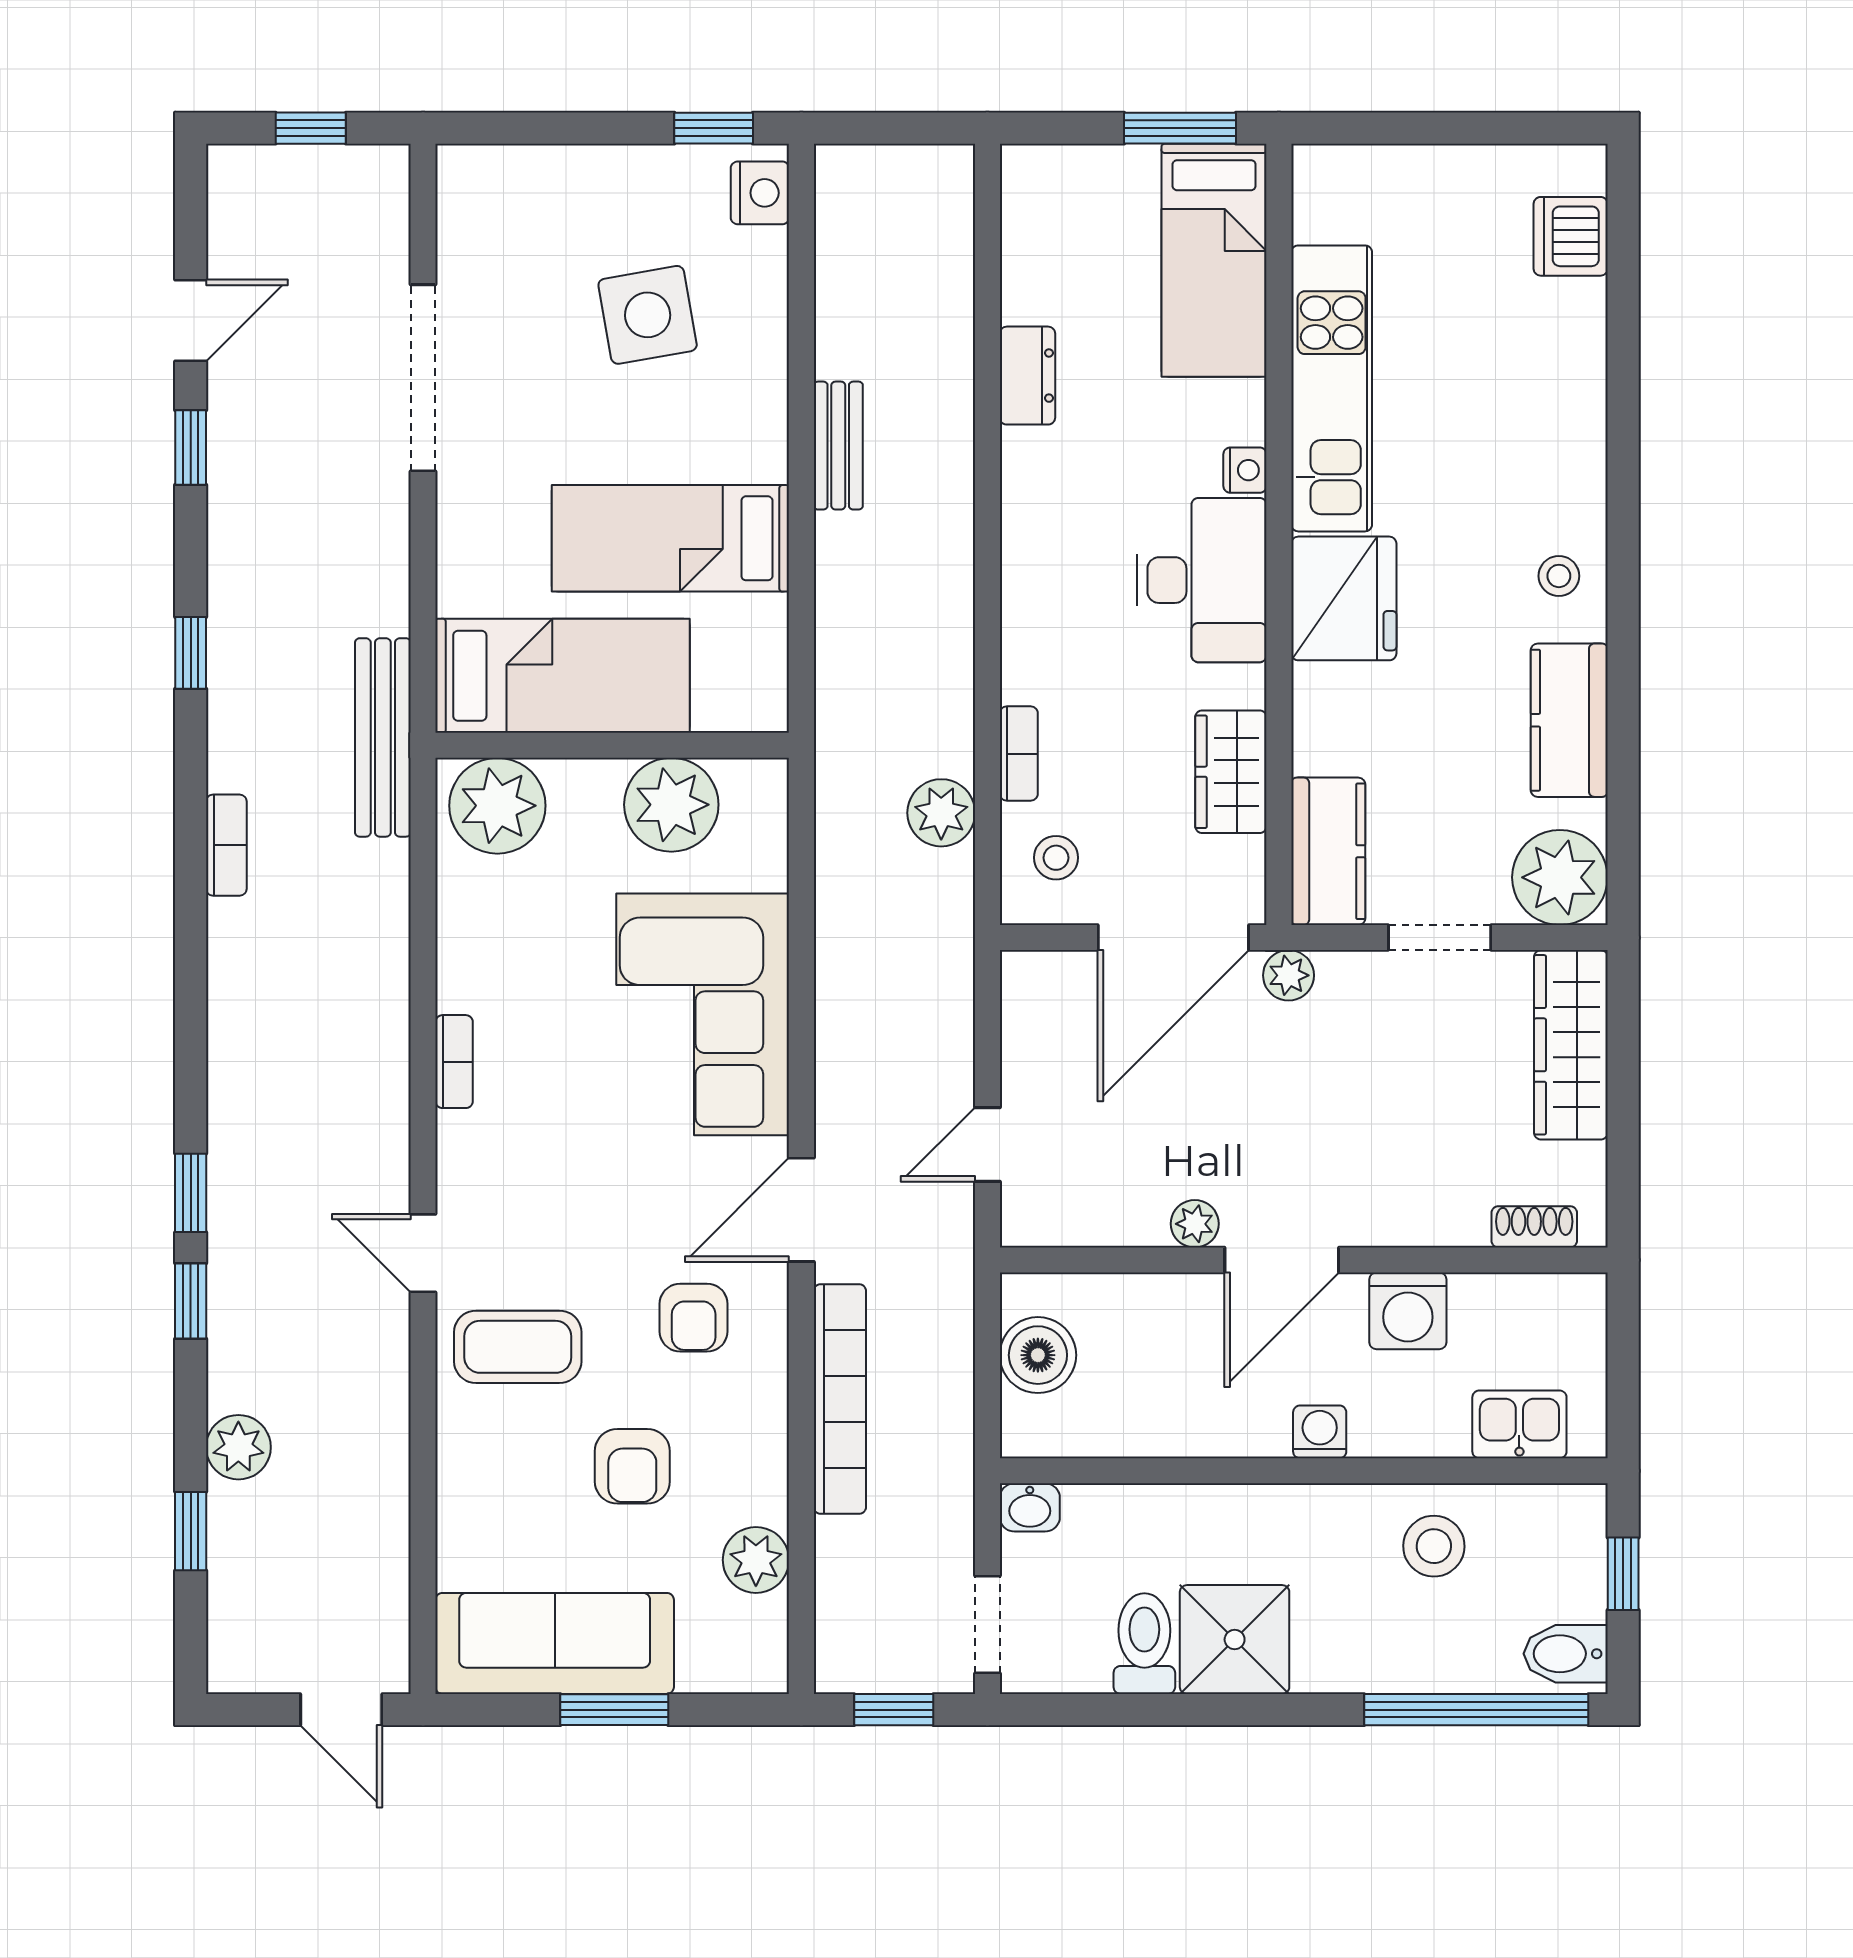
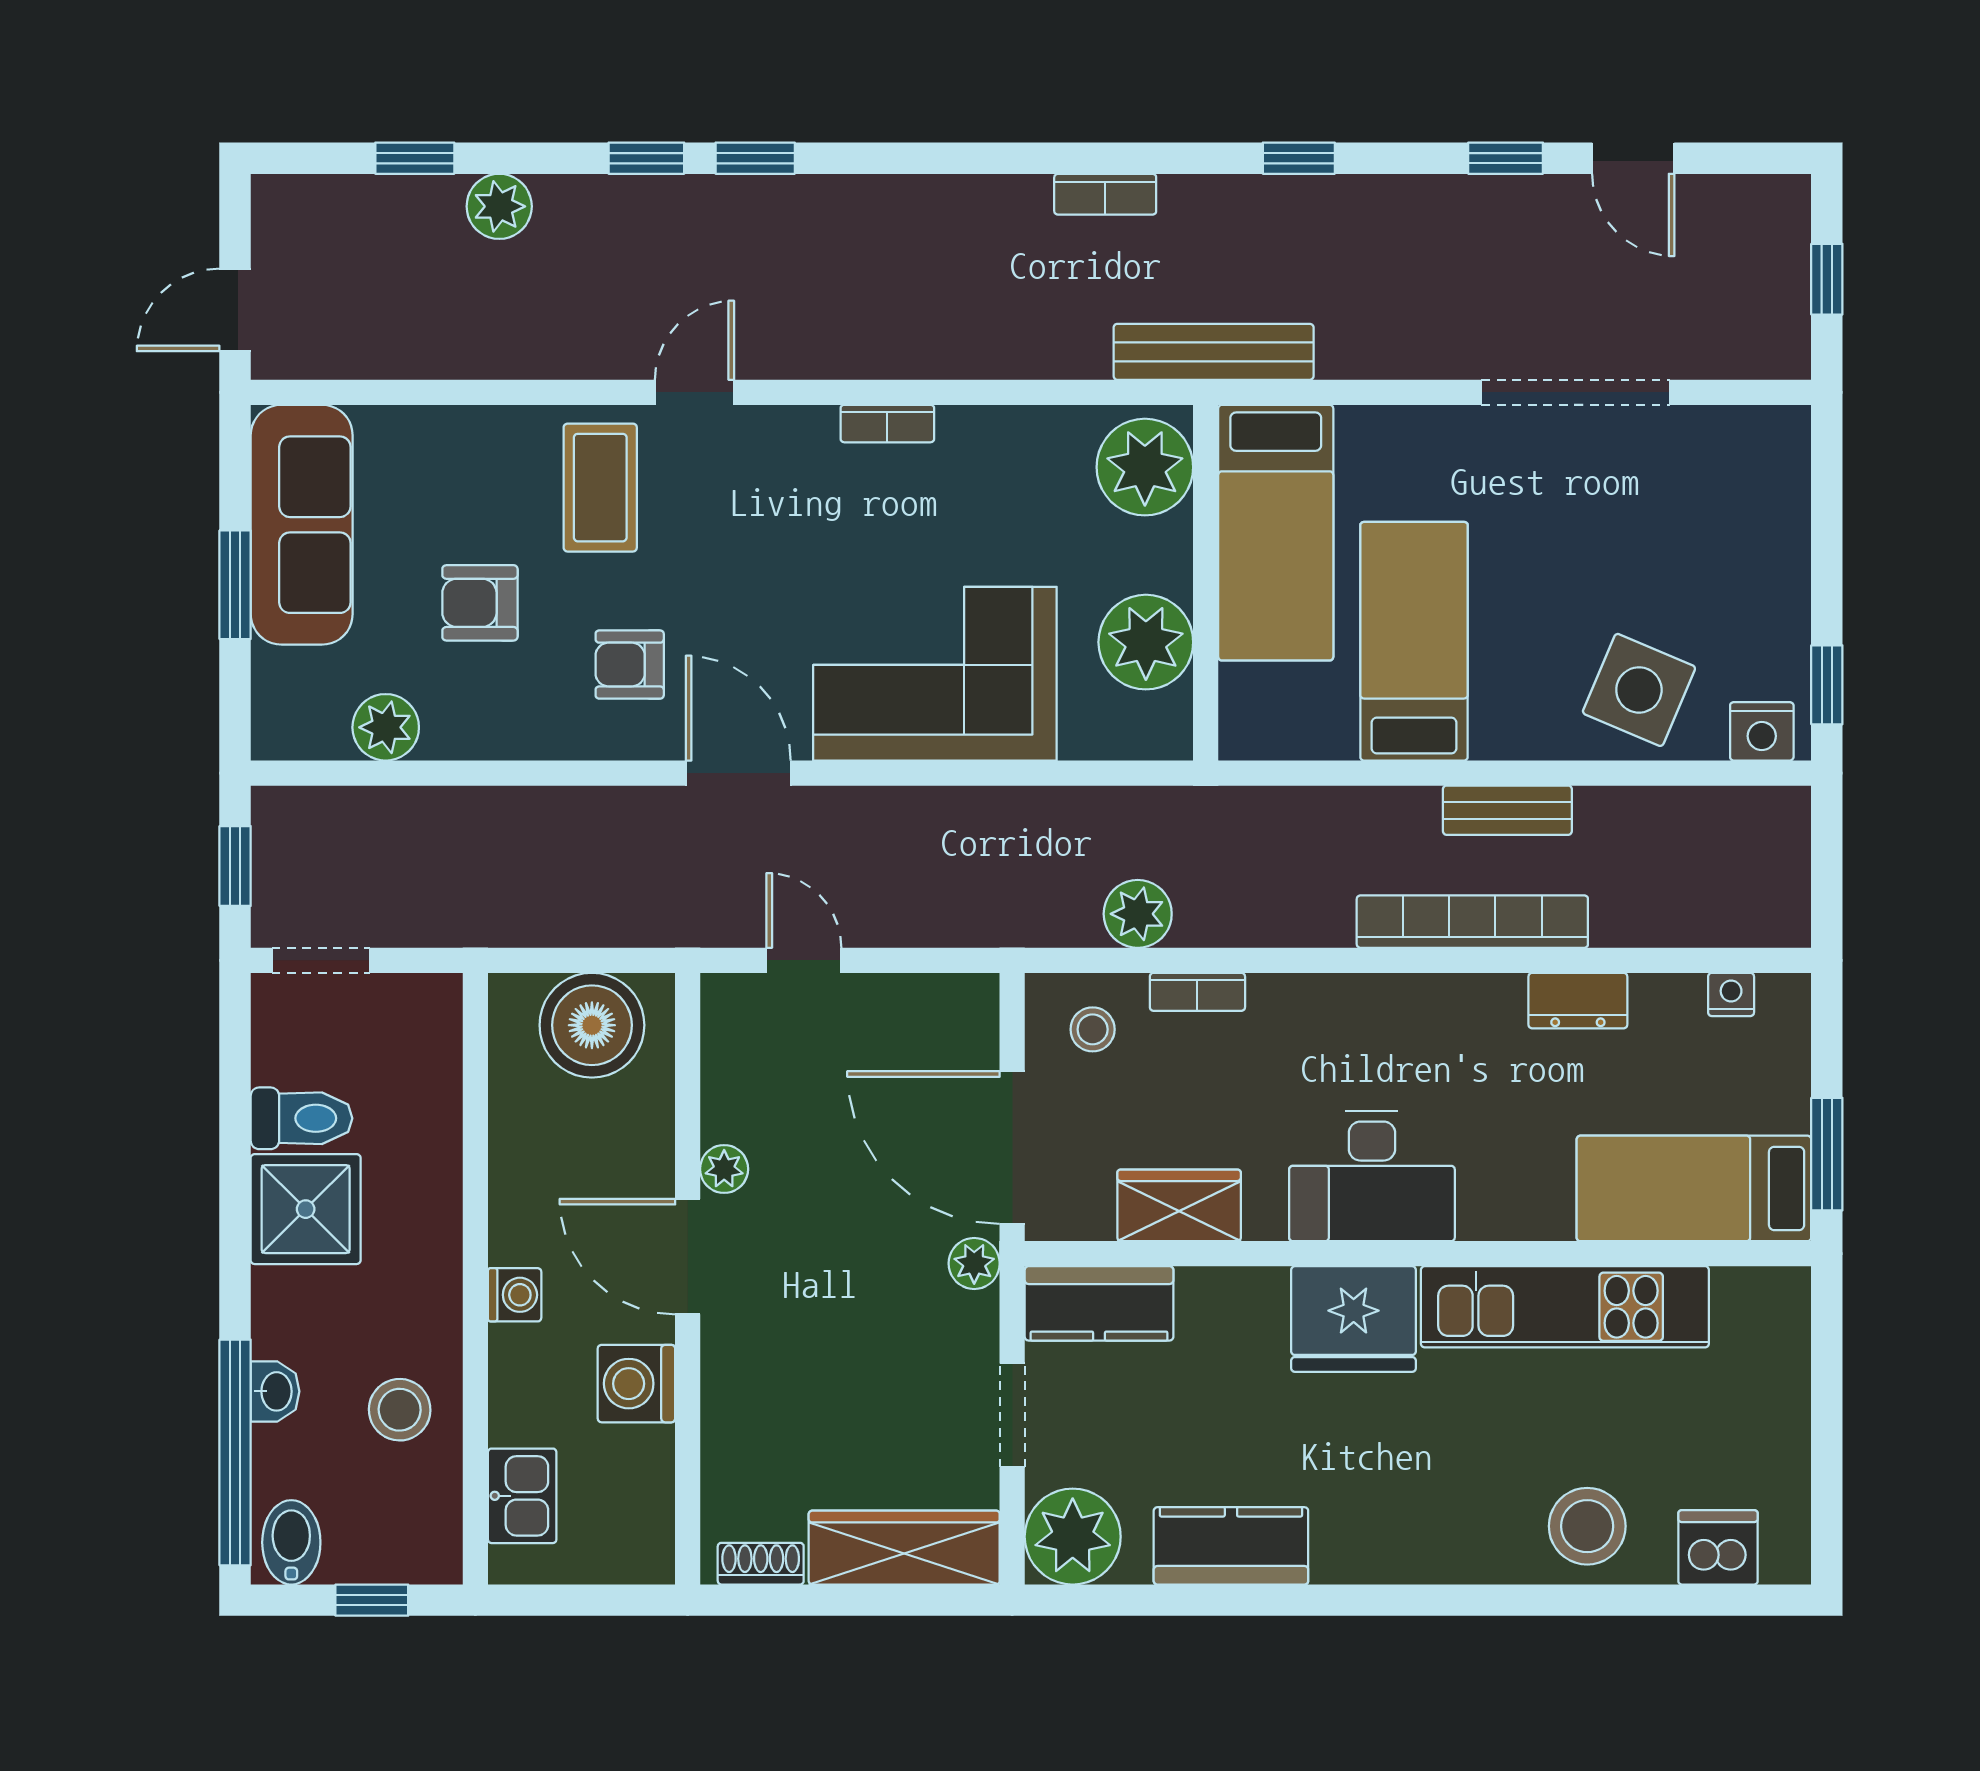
side table: (648, 315) -> (1639, 690), moved, turned 33
nightstand: (1245, 470) -> (1731, 994), moved, turned 180
stool: (1559, 576) -> (1587, 1526), moved, width x1.89, depth x1.89
shoe rack: (1534, 1227) -> (761, 1564), moved, turned -90
boiler: (1038, 1355) -> (592, 1025), width x1.37, depth x1.37
bookcase: (840, 1399) -> (1472, 922), moved, turned 180
washbasin: (1030, 1507) -> (275, 1391), moved, turned 180

